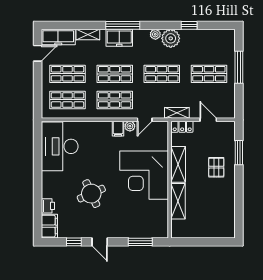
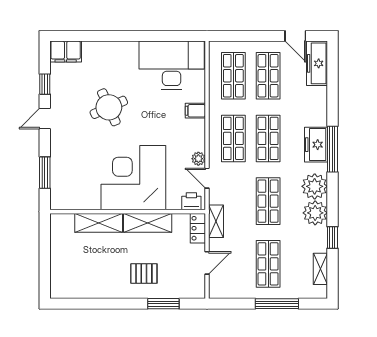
plant: (155, 34) -> (315, 186), width x1.87, depth x1.87
shelving: (88, 35) -> (320, 269), moved
filing cabinet: (118, 129) -> (195, 111), moved
printer: (48, 206) -> (191, 201), moved, turned 180

